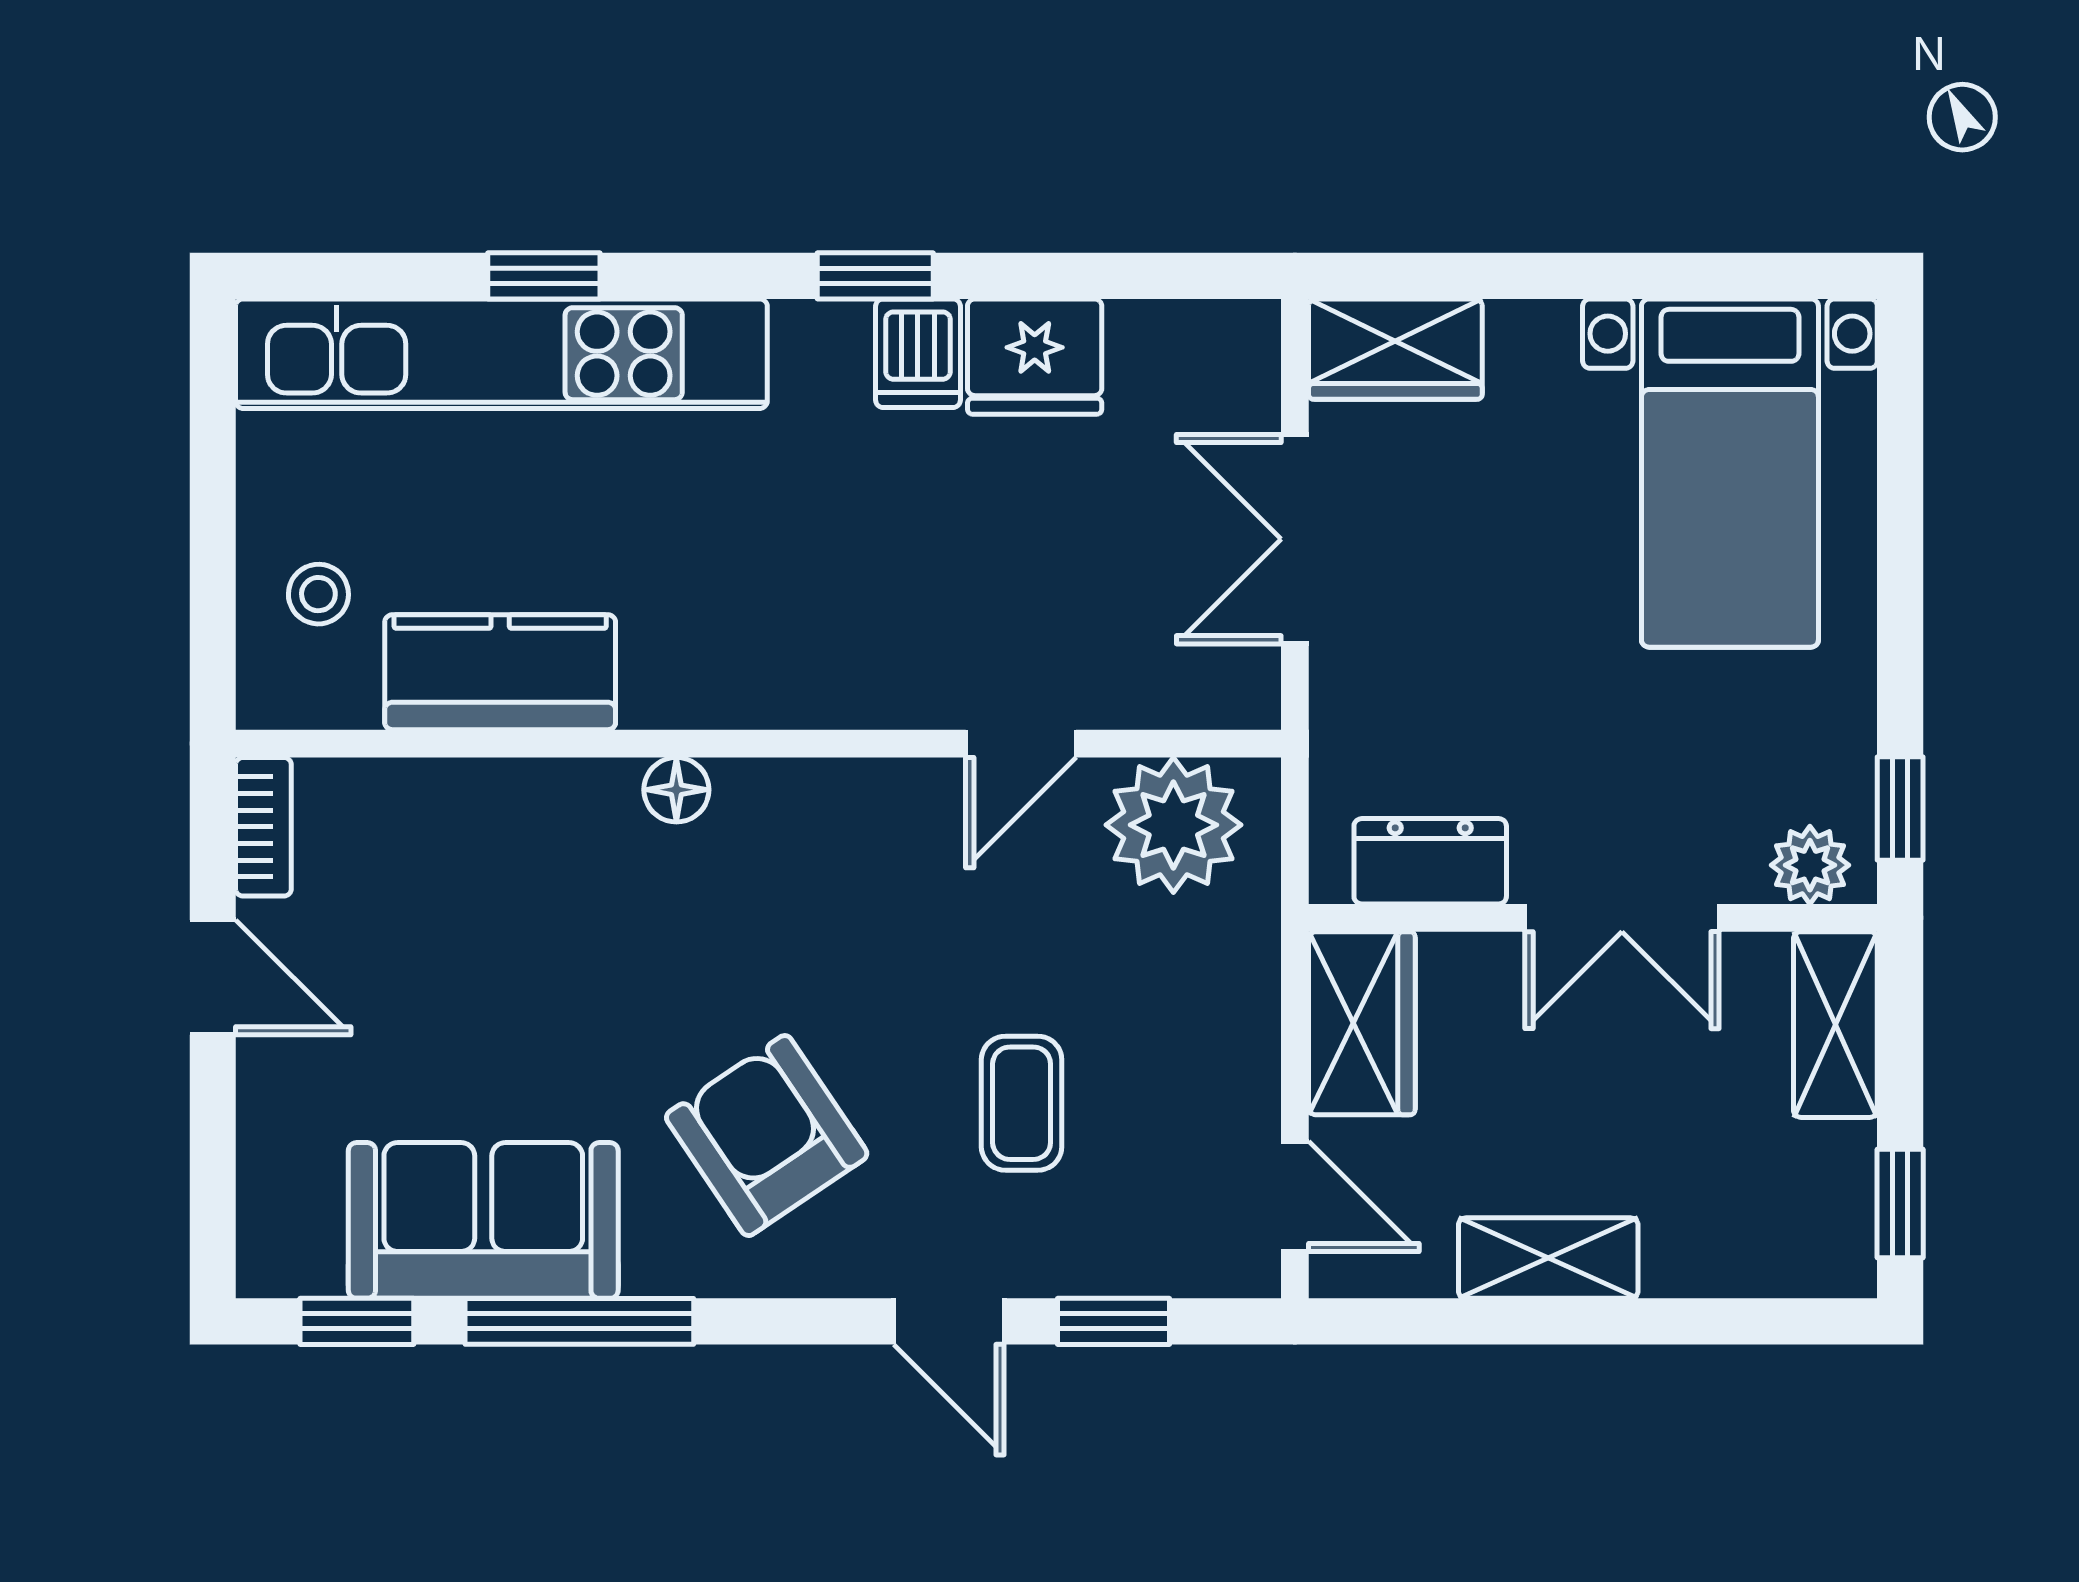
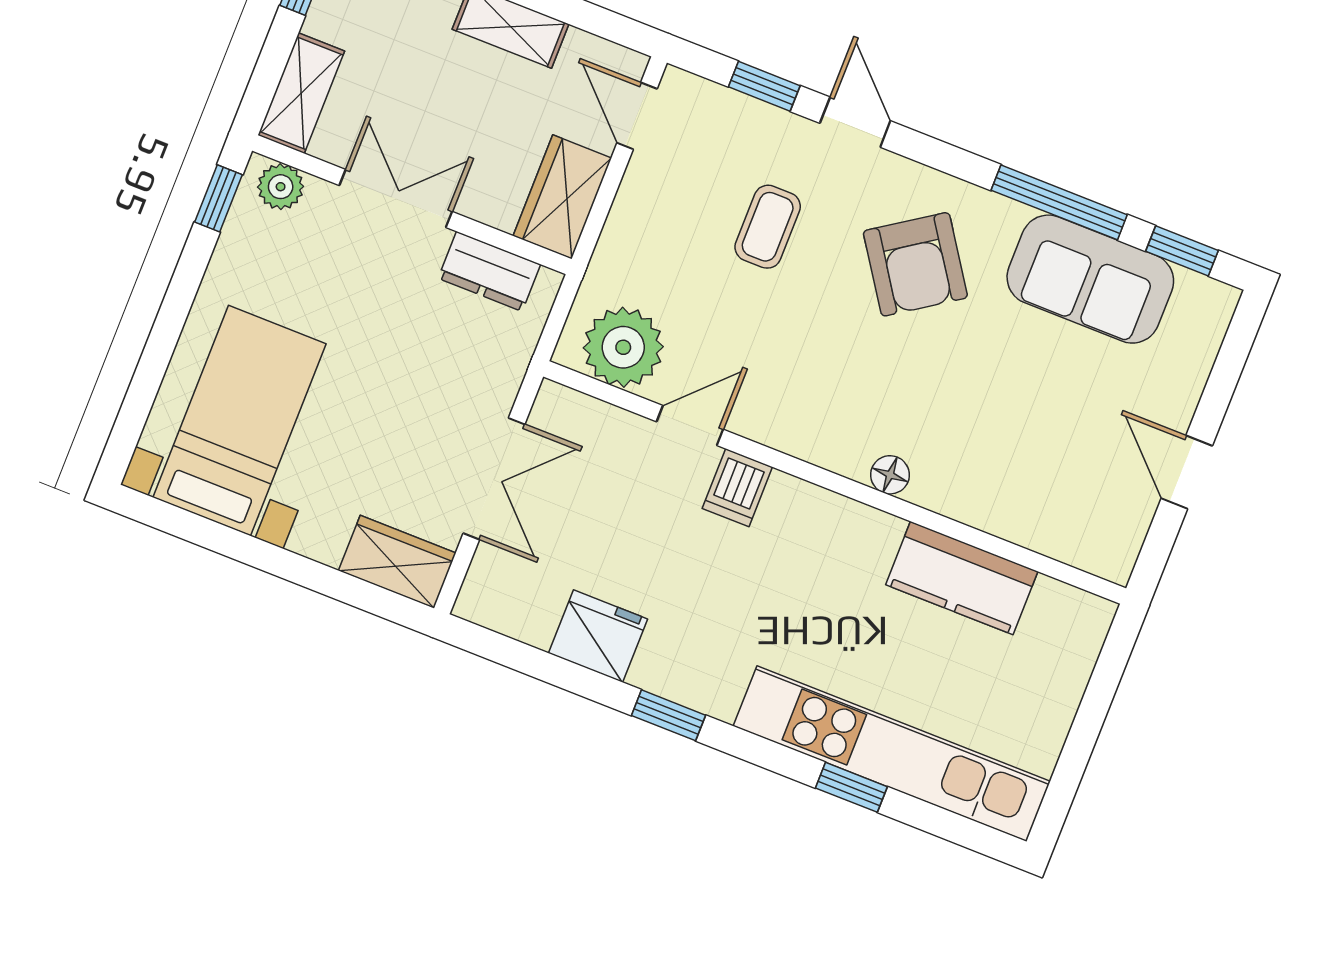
dishwasher: (918, 353) -> (737, 488), moved, turned 180
stool: (318, 594) -> (1045, 661), removed
bookcase: (263, 827) -> (1126, 544), removed

